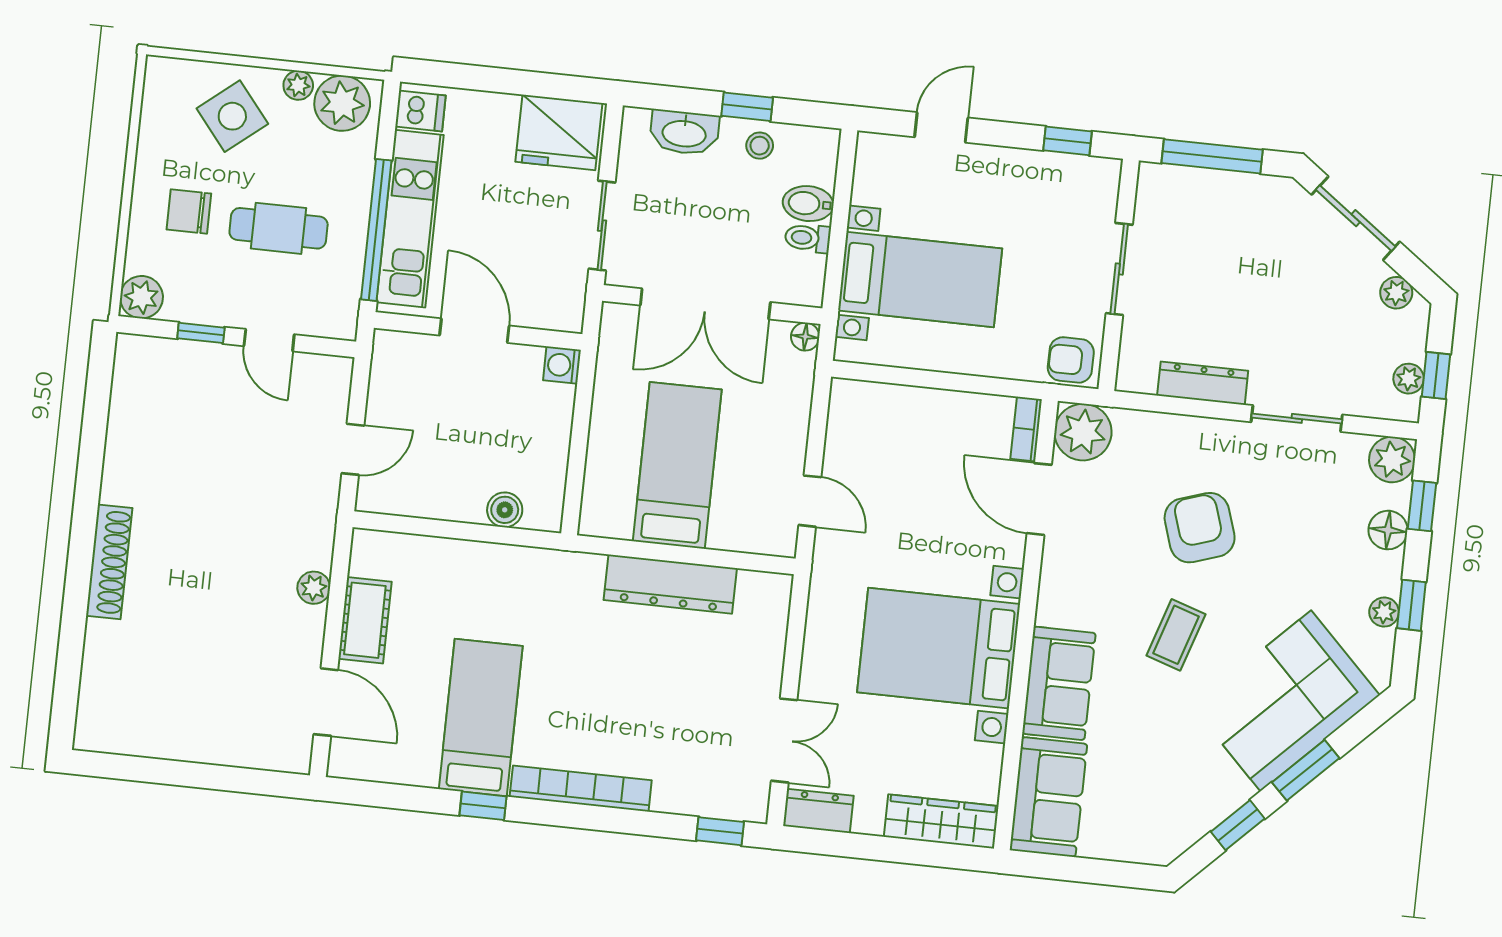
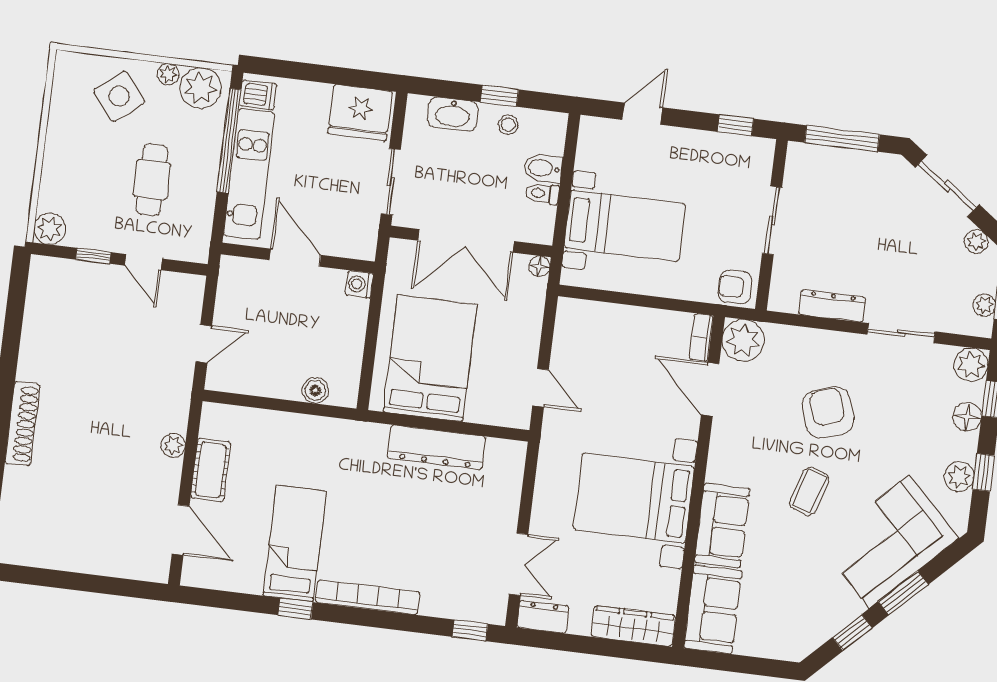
chair: (189, 212) -> (86, 166), removed
cafe table: (279, 228) -> (152, 180), turned 90
window: (376, 230) -> (229, 141), moved
bed: (677, 465) -> (430, 358), width x1.50
plant: (1384, 612) -> (959, 477), width x1.38, depth x1.38

